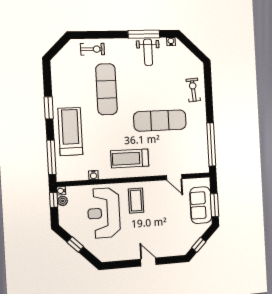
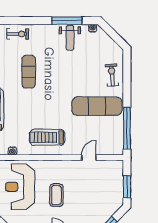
exercise mat: (106, 89) -> (29, 72), width x0.73, depth x0.69
exercise mat: (160, 121) -> (97, 106), moved
door: (174, 177) -> (89, 158), swing flipped
coffee table: (136, 201) -> (56, 195), moved
sofa: (201, 205) -> (113, 186), removed

